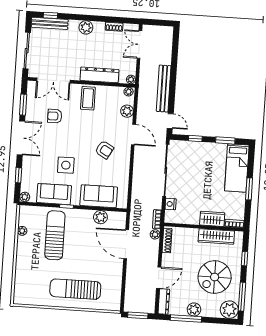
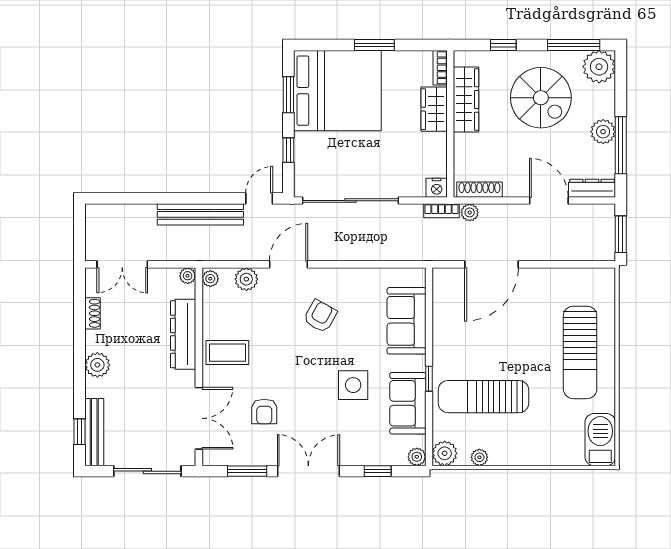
bed: (237, 168) -> (337, 91), width x2.04
nightstand: (171, 204) -> (437, 188), moved
plant: (100, 217) -> (445, 453), moved
barbecue: (27, 297) -> (600, 440), added

